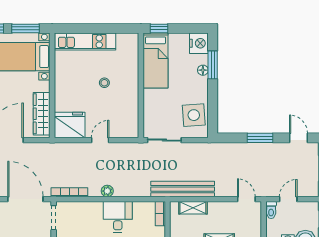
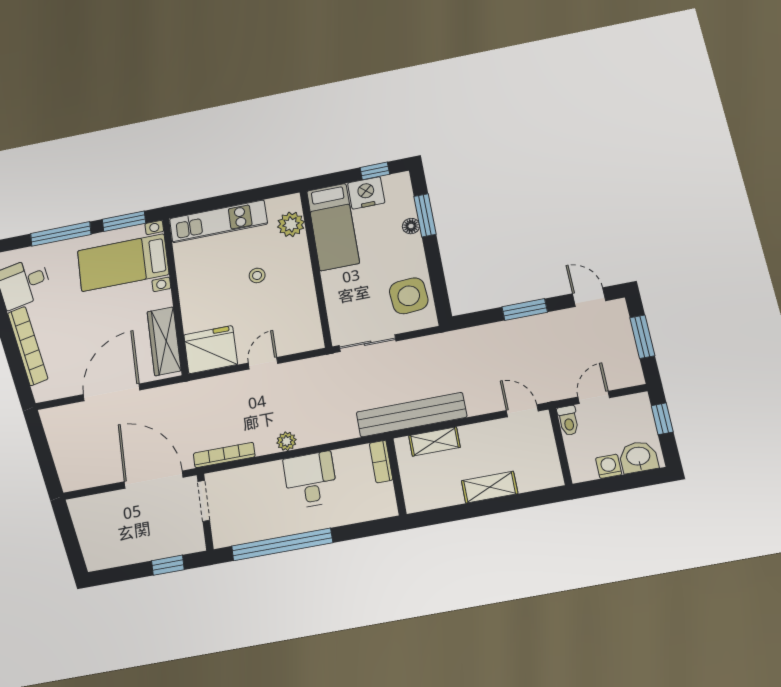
window: (159, 28) -> (375, 171), moved
nightstand: (199, 43) -> (366, 193), moved, turned -90
plant: (130, 53) -> (291, 224), added

